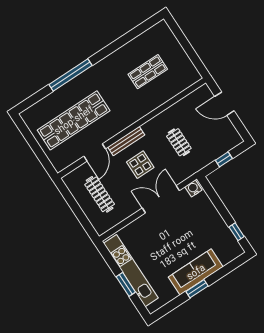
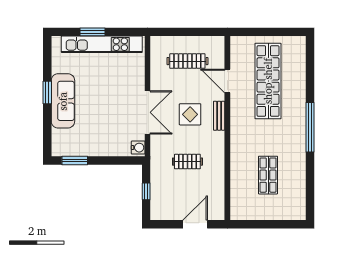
window: (71, 75) -> (310, 127), moved
bench: (126, 141) -> (219, 116), width x0.73
window: (237, 232) -> (75, 161), width x1.50

